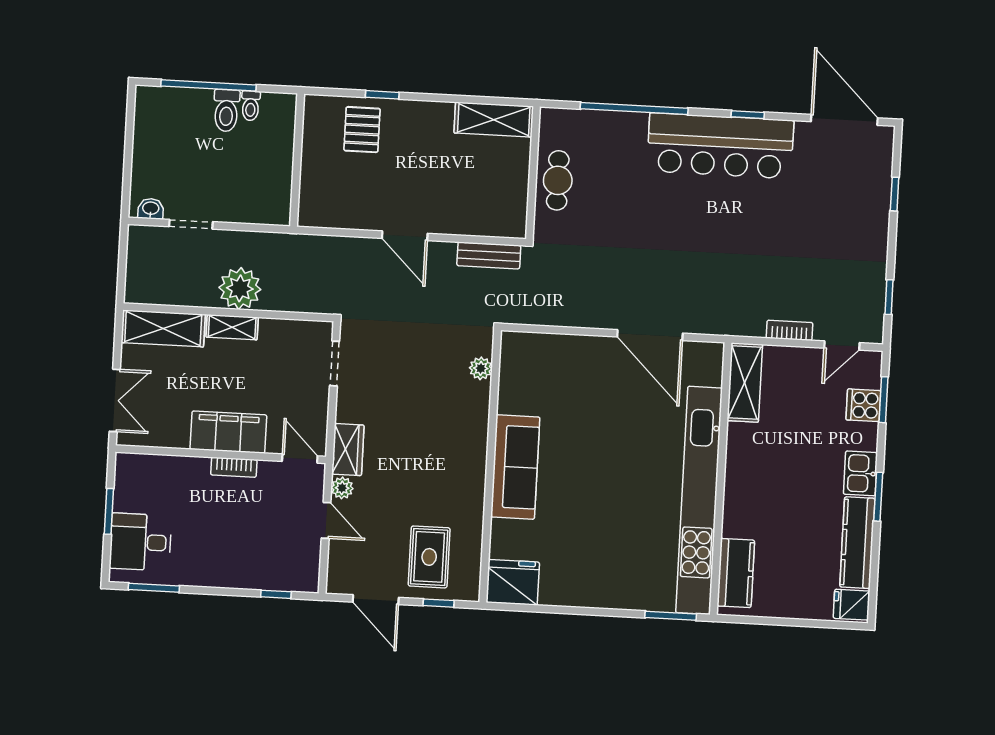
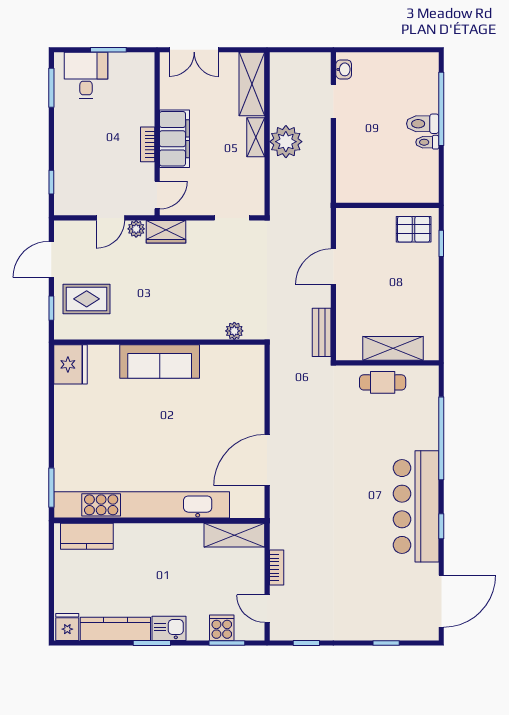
shelving: (494, 120) -> (393, 348), moved, turned 90
wall: (297, 160) -> (387, 205), moved

